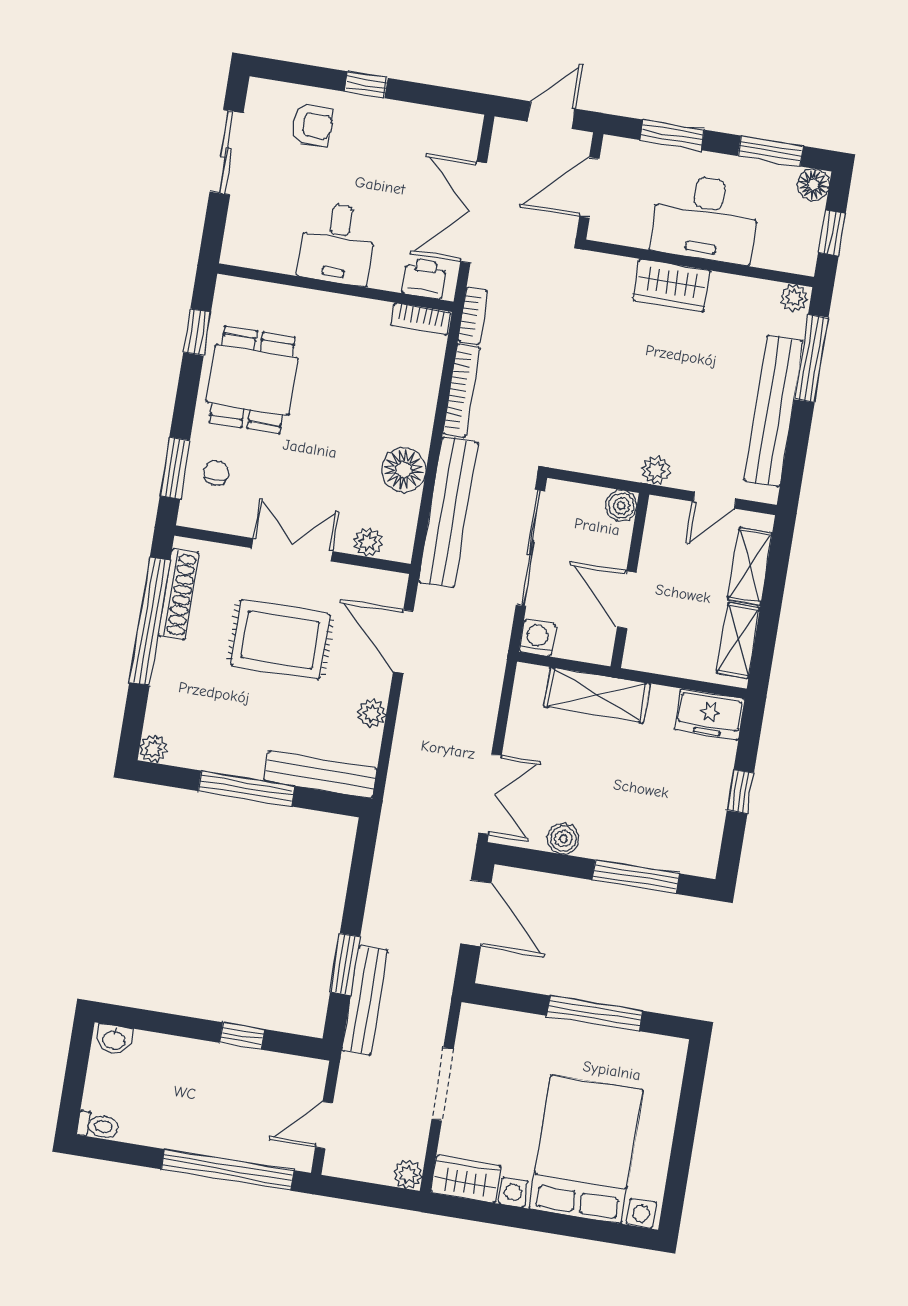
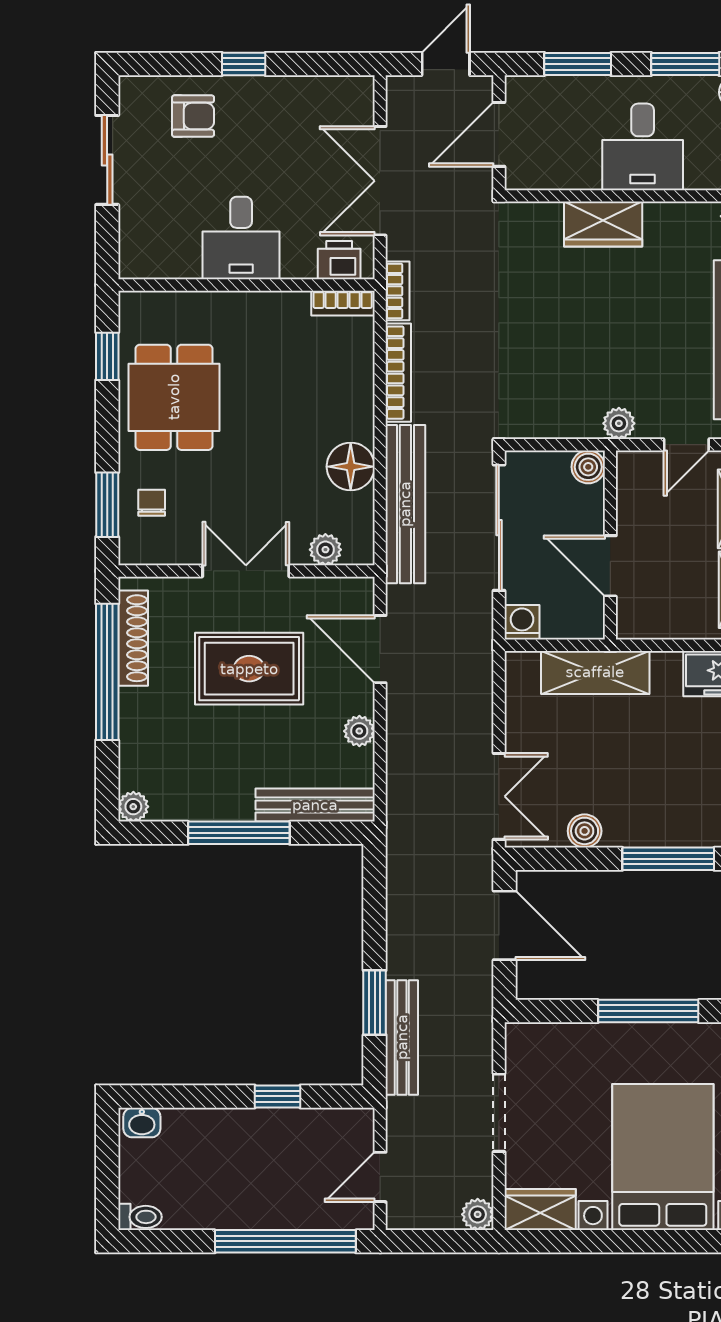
desk: (705, 218) -> (643, 147), width x0.73

